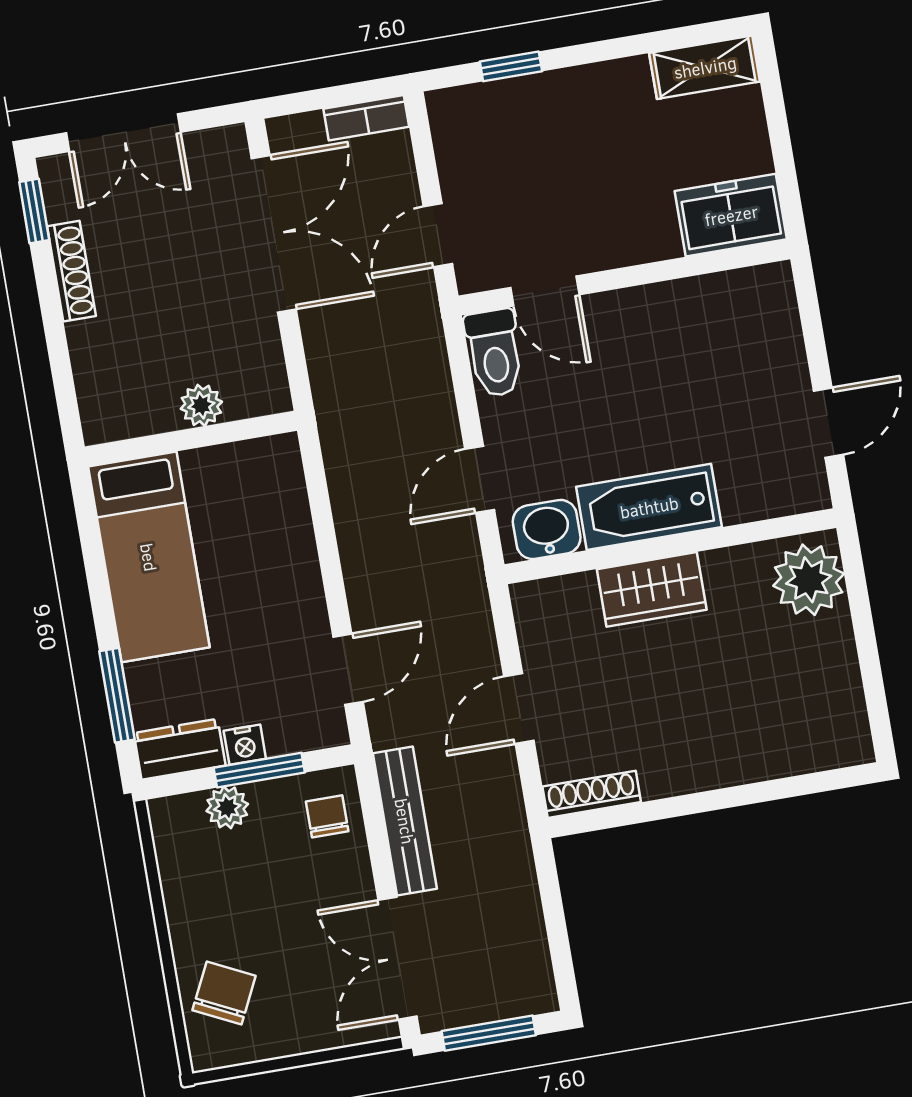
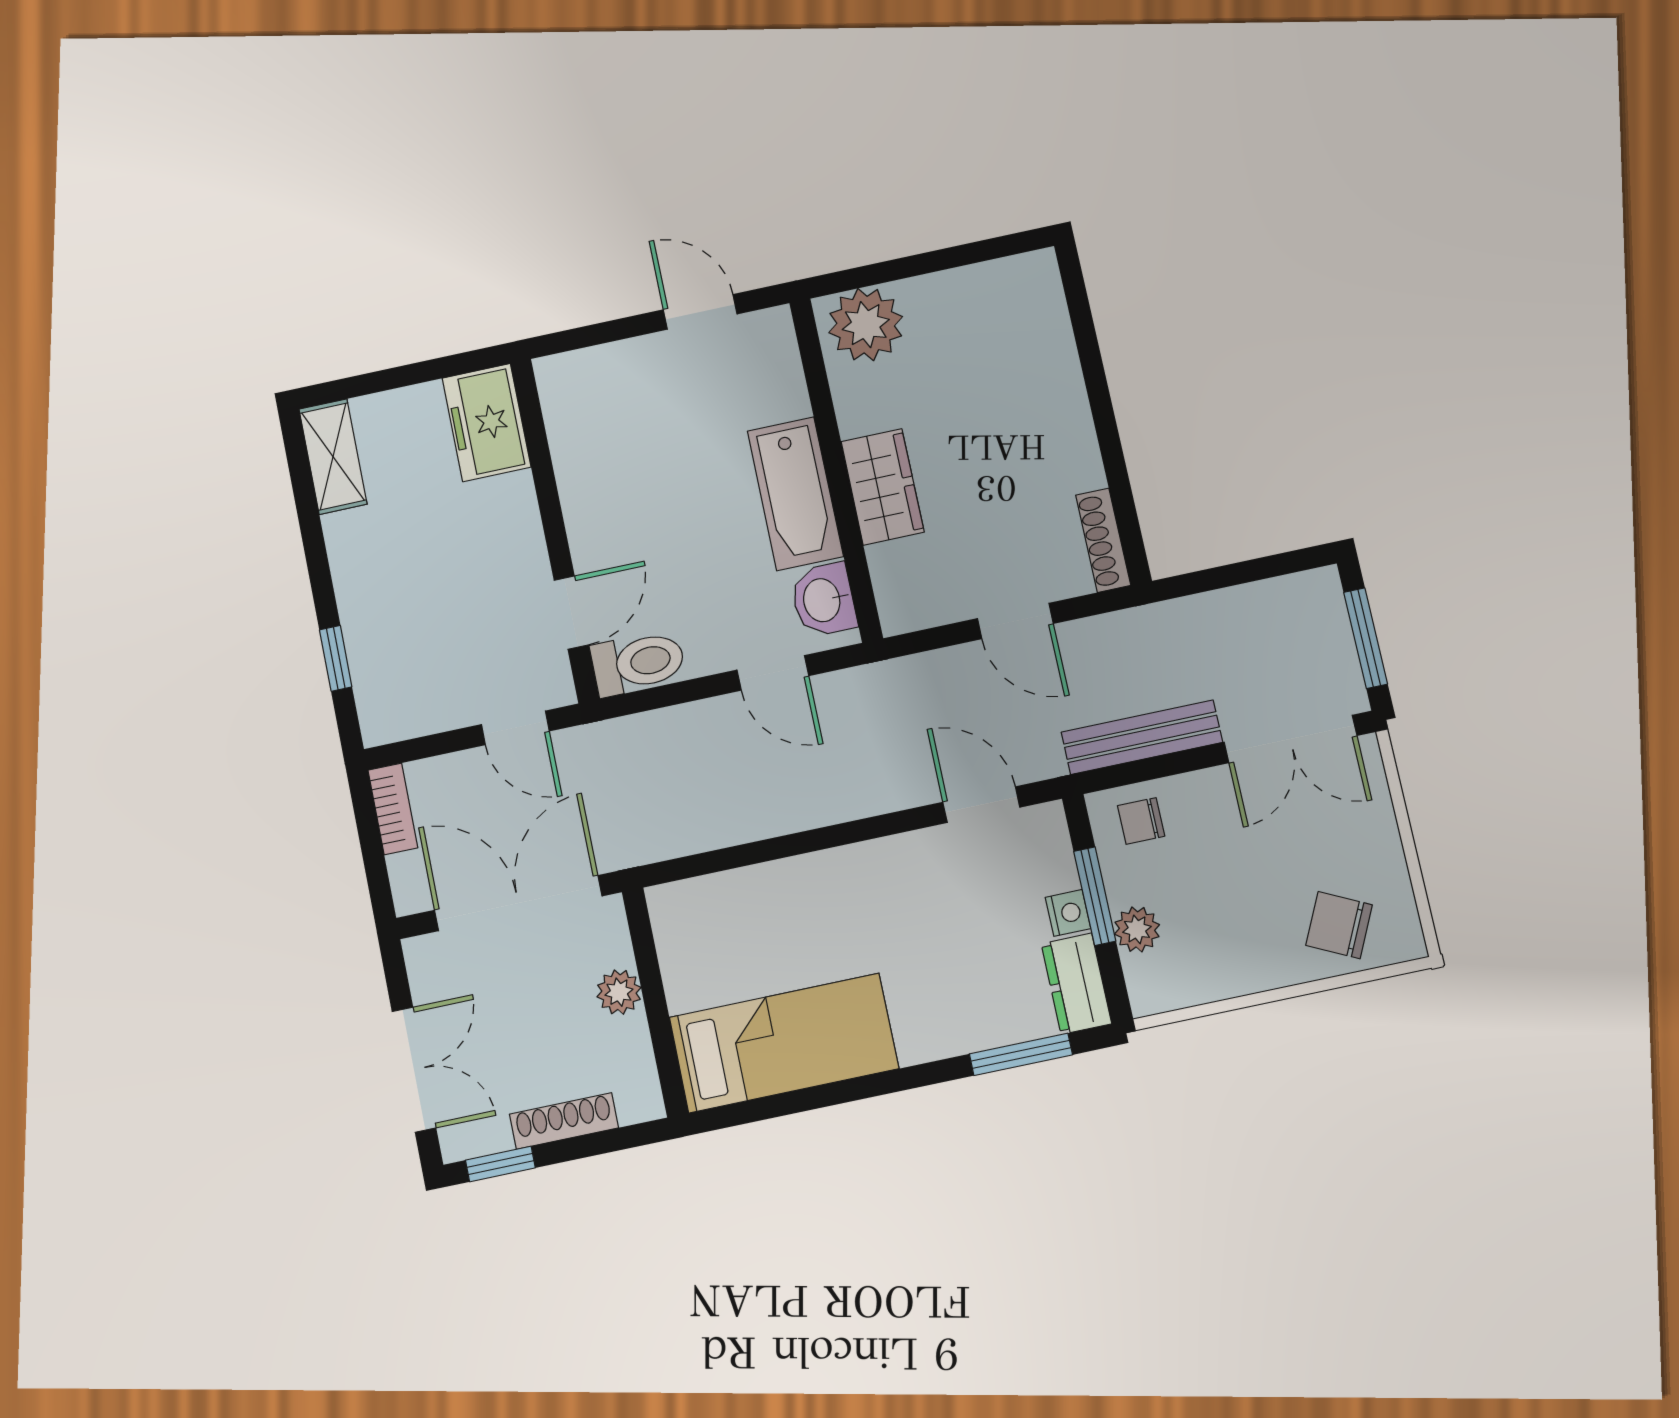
plant: (201, 405) -> (619, 992), moved
wall: (191, 439) -> (655, 1002), moved
bed: (149, 557) -> (784, 1043), moved

